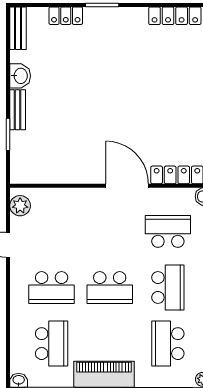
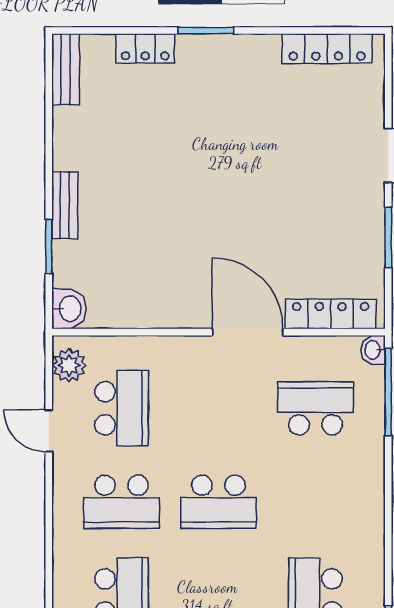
washbasin: (20, 76) -> (69, 309), moved
school desk: (168, 287) -> (122, 408), moved

